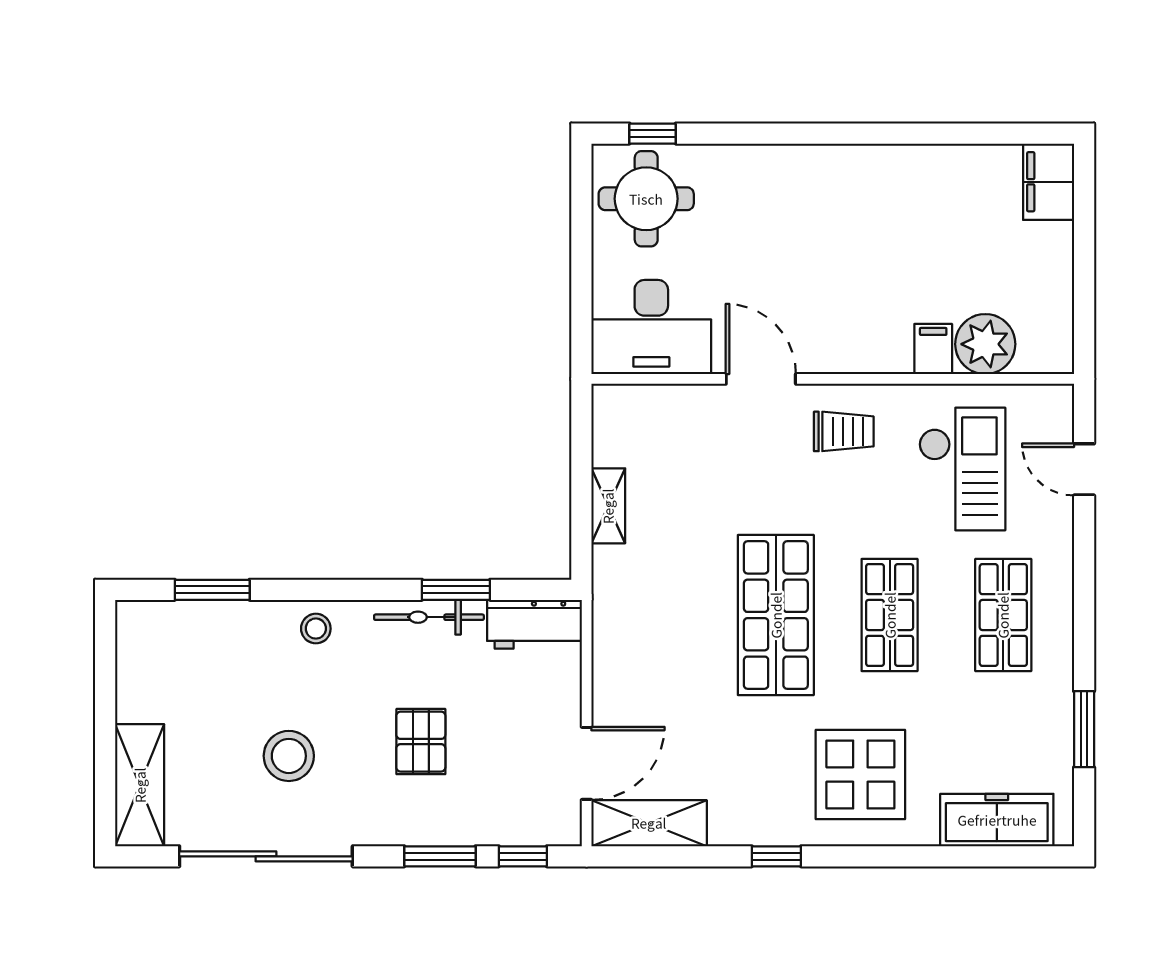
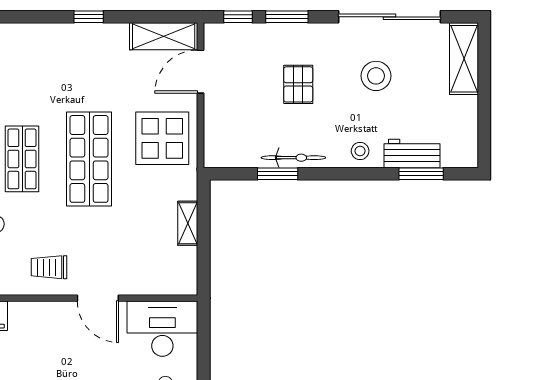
workbench: (534, 624) -> (412, 154), moved
display table: (860, 775) -> (162, 138), moved

